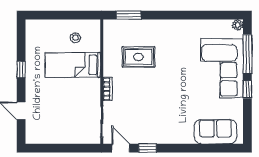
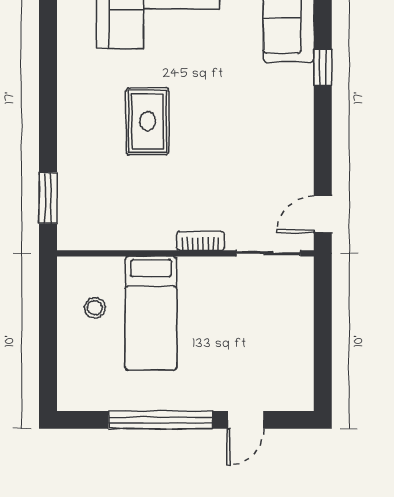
rug: (139, 57) -> (148, 121), moved
window: (21, 70) -> (161, 420), width x3.17
window: (148, 148) -> (323, 67), moved

